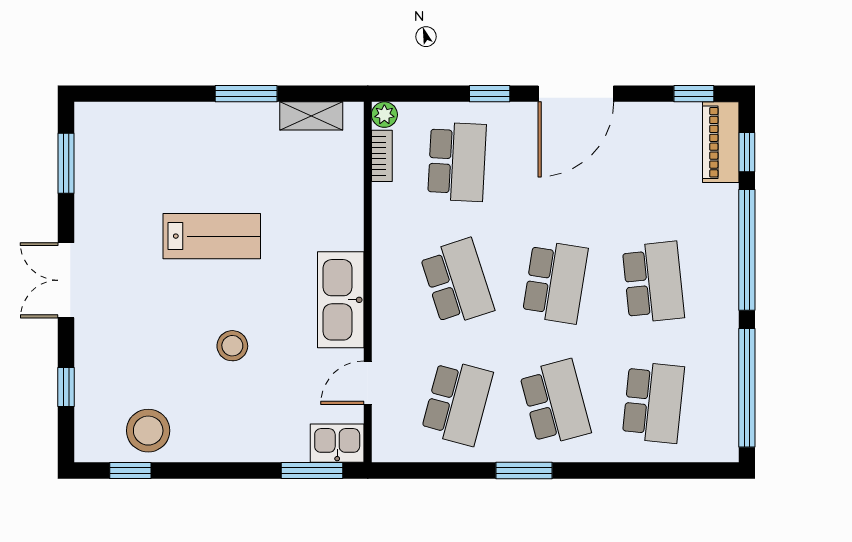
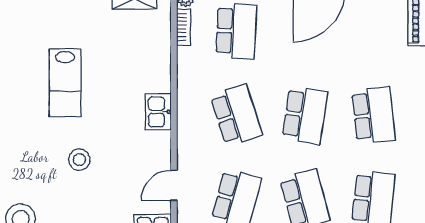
lab bench: (212, 236) -> (65, 83), turned 90
kitchen sink: (341, 300) -> (158, 112), width x0.53, depth x0.81

